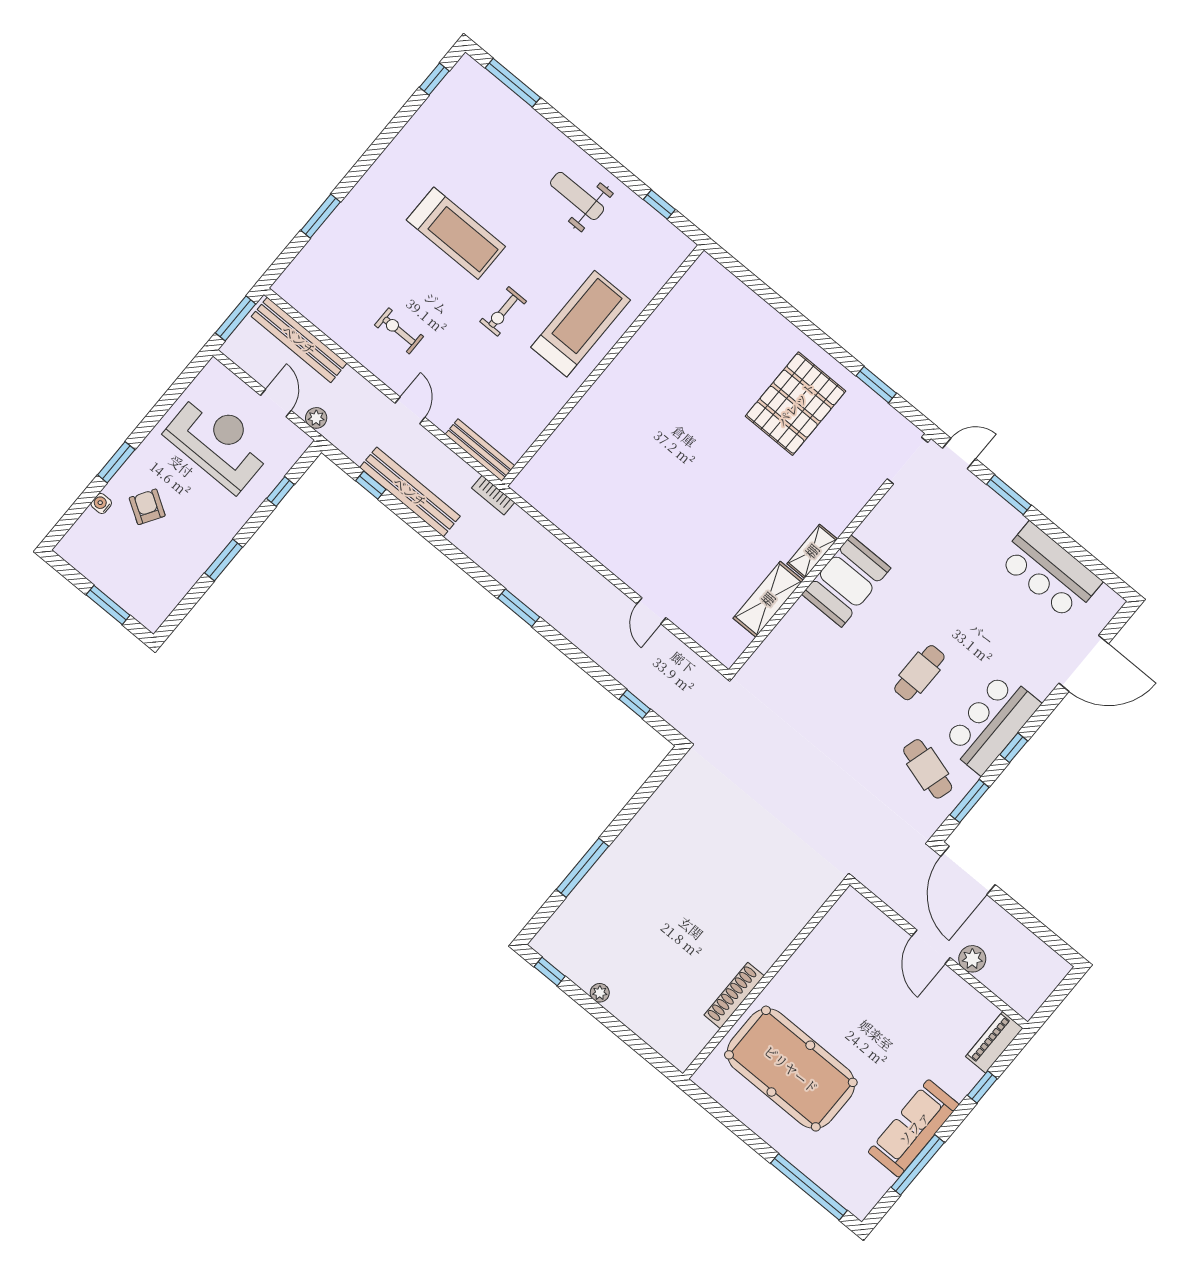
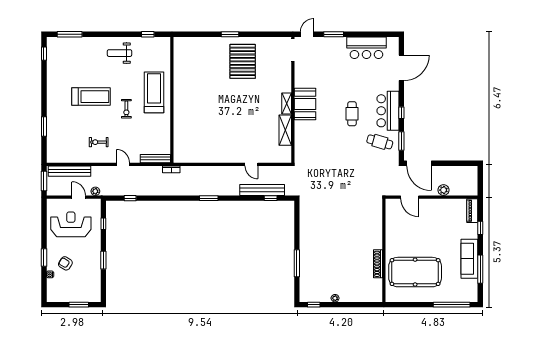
window: (876, 385) -> (230, 34), moved
bench: (410, 492) -> (262, 190), moved
door: (931, 947) -> (410, 197), moved

